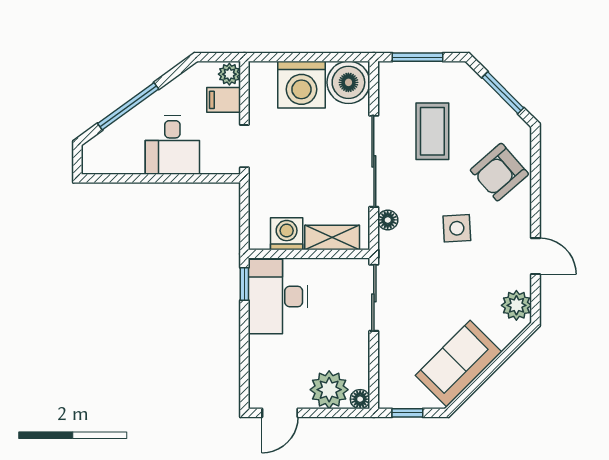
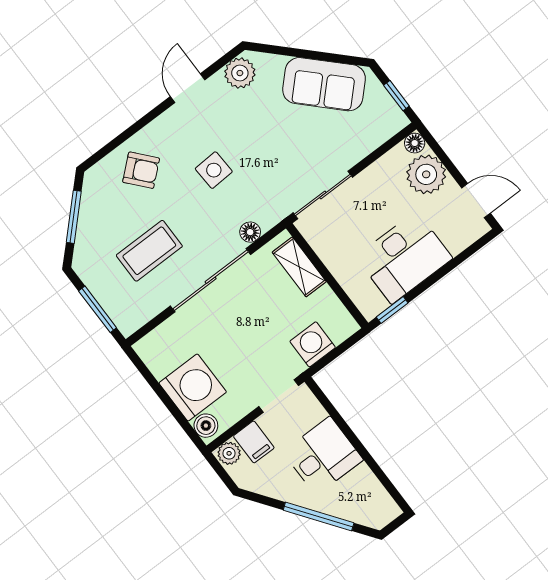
boiler: (348, 82) -> (206, 426), moved, width x0.54, depth x0.54
armchair: (499, 172) -> (141, 170), width x0.72, depth x0.72
washing machine: (287, 234) -> (313, 344), moved, turned 90
desk: (278, 296) -> (404, 258), moved

